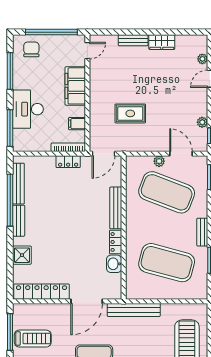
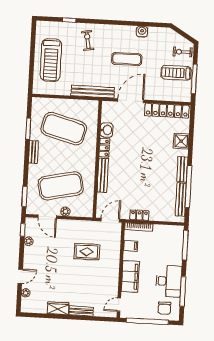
desk: (28, 109) -> (169, 281), moved
exercise mat: (167, 192) -> (61, 186), turned -33

